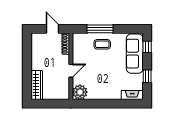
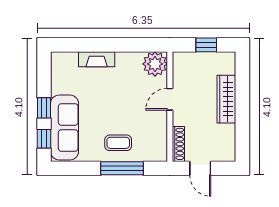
window: (147, 76) -> (44, 108), moved
wardrobe: (37, 85) -> (226, 99), moved
fireplace: (132, 95) -> (97, 59), moved
window: (49, 104) -> (206, 45), added

